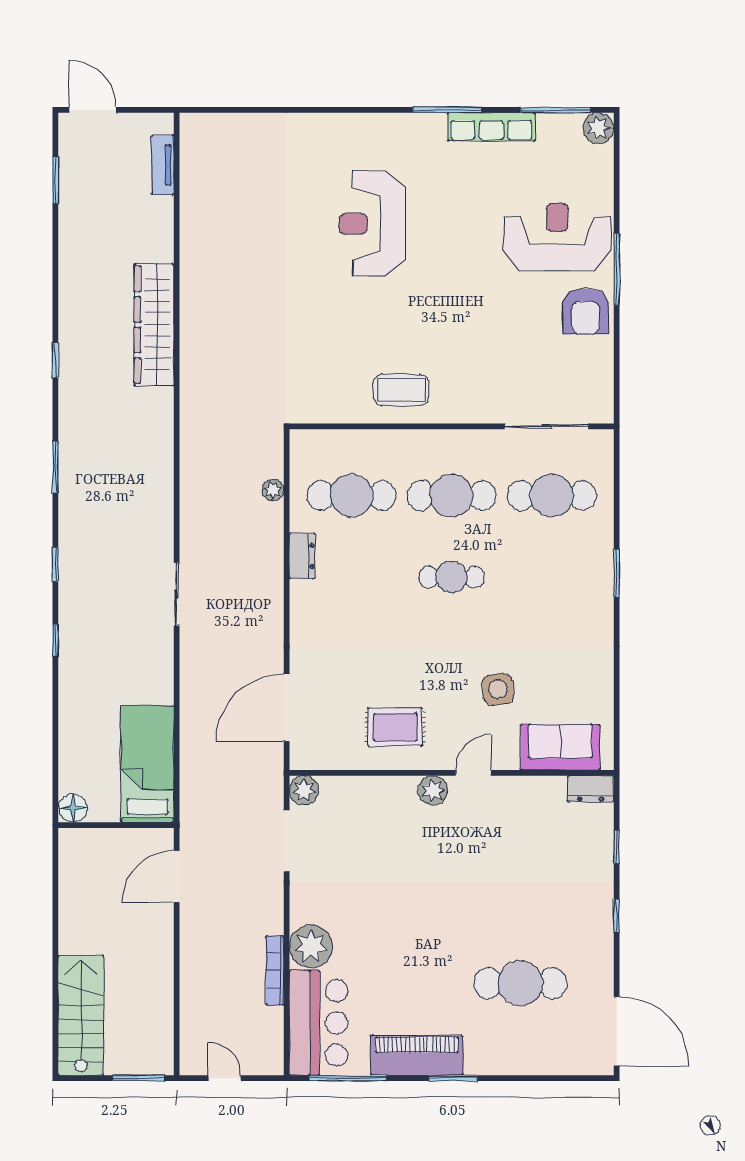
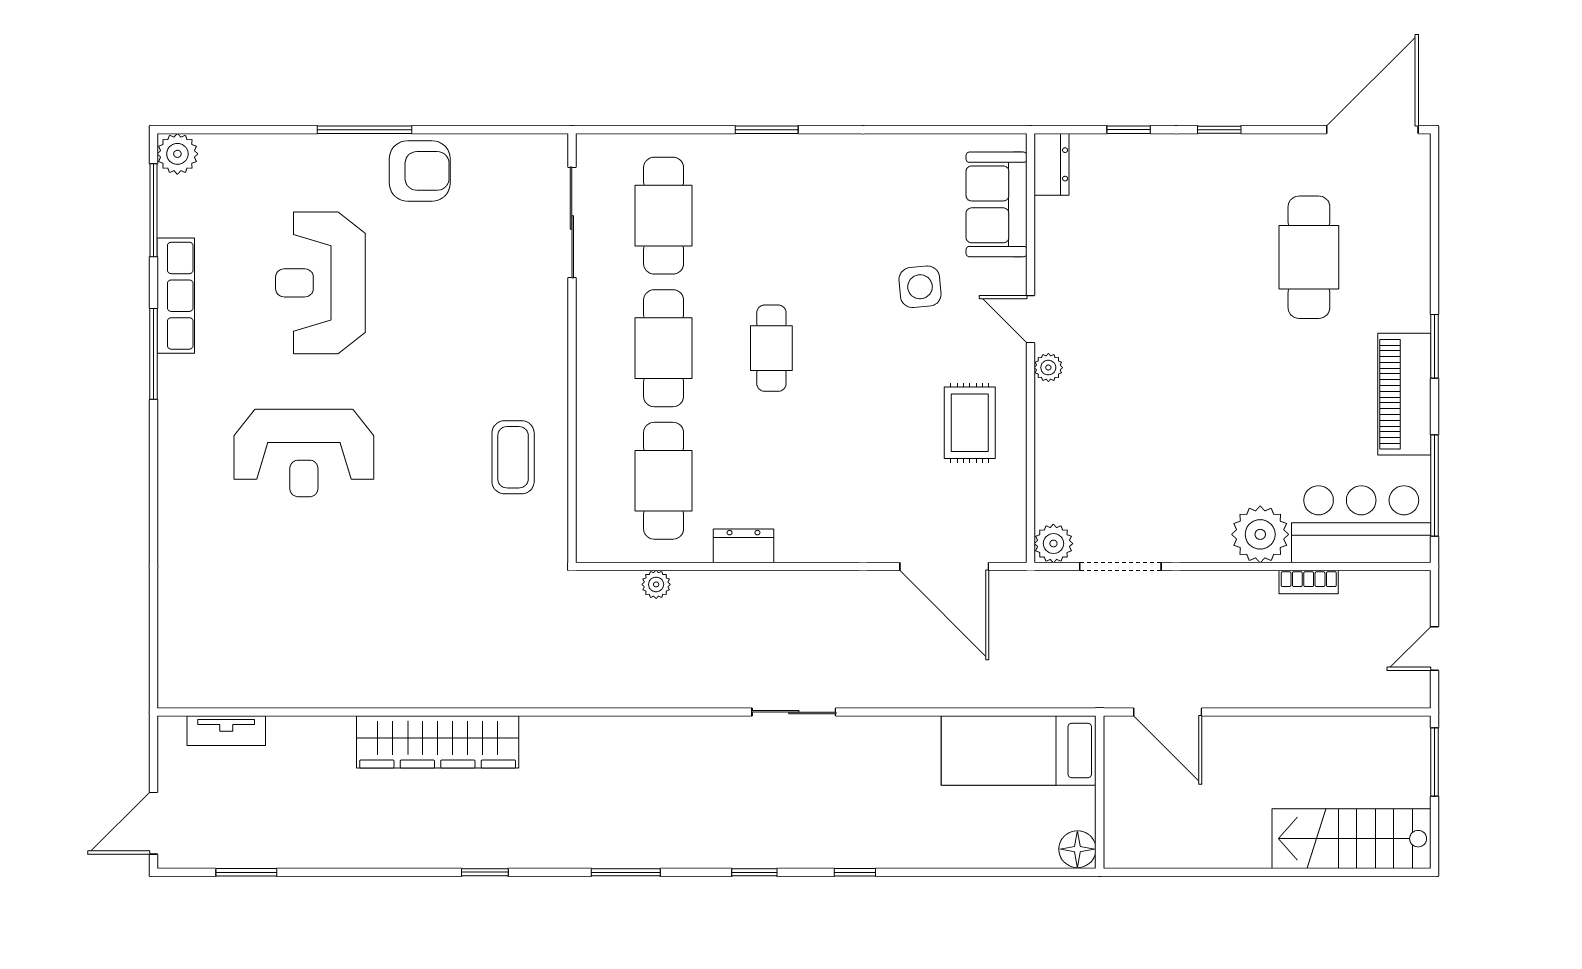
reception desk: (557, 237) -> (320, 283), moved
coffee table: (401, 390) -> (513, 457), moved
plant: (433, 790) -> (1048, 368), width x0.73, depth x0.73
bookcase: (275, 971) -> (1309, 582), width x0.64

